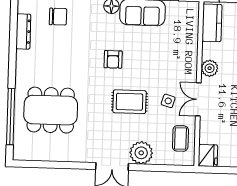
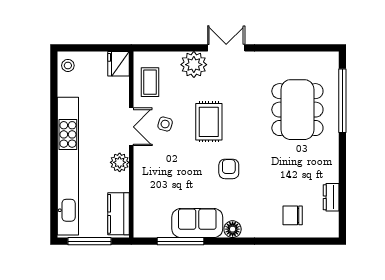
dresser: (23, 32) -> (331, 197), width x0.70
rug: (129, 102) -> (209, 122), turned 90
dining table: (51, 110) -> (297, 110), turned 90

